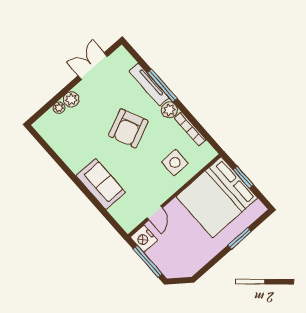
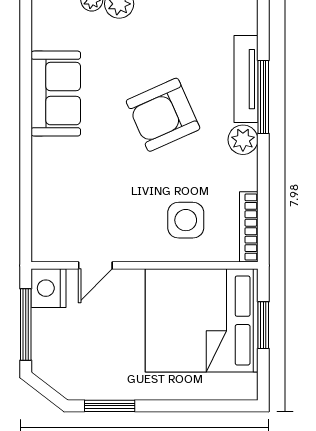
bookcase: (190, 129) -> (249, 227), moved
sofa: (101, 184) -> (56, 94), moved
window: (240, 238) -> (110, 406), moved

